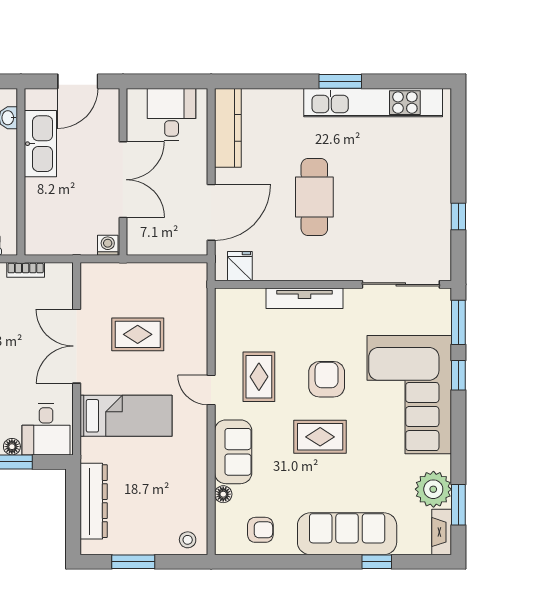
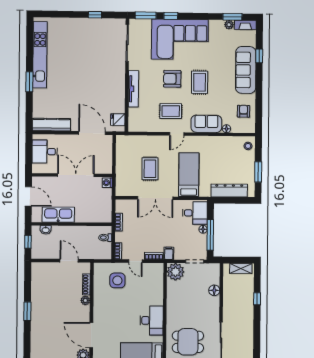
window: (340, 81) -> (29, 82), moved
cafe table: (314, 197) -> (85, 84), removed
plant: (433, 489) -> (229, 25), width x0.53, depth x0.53

